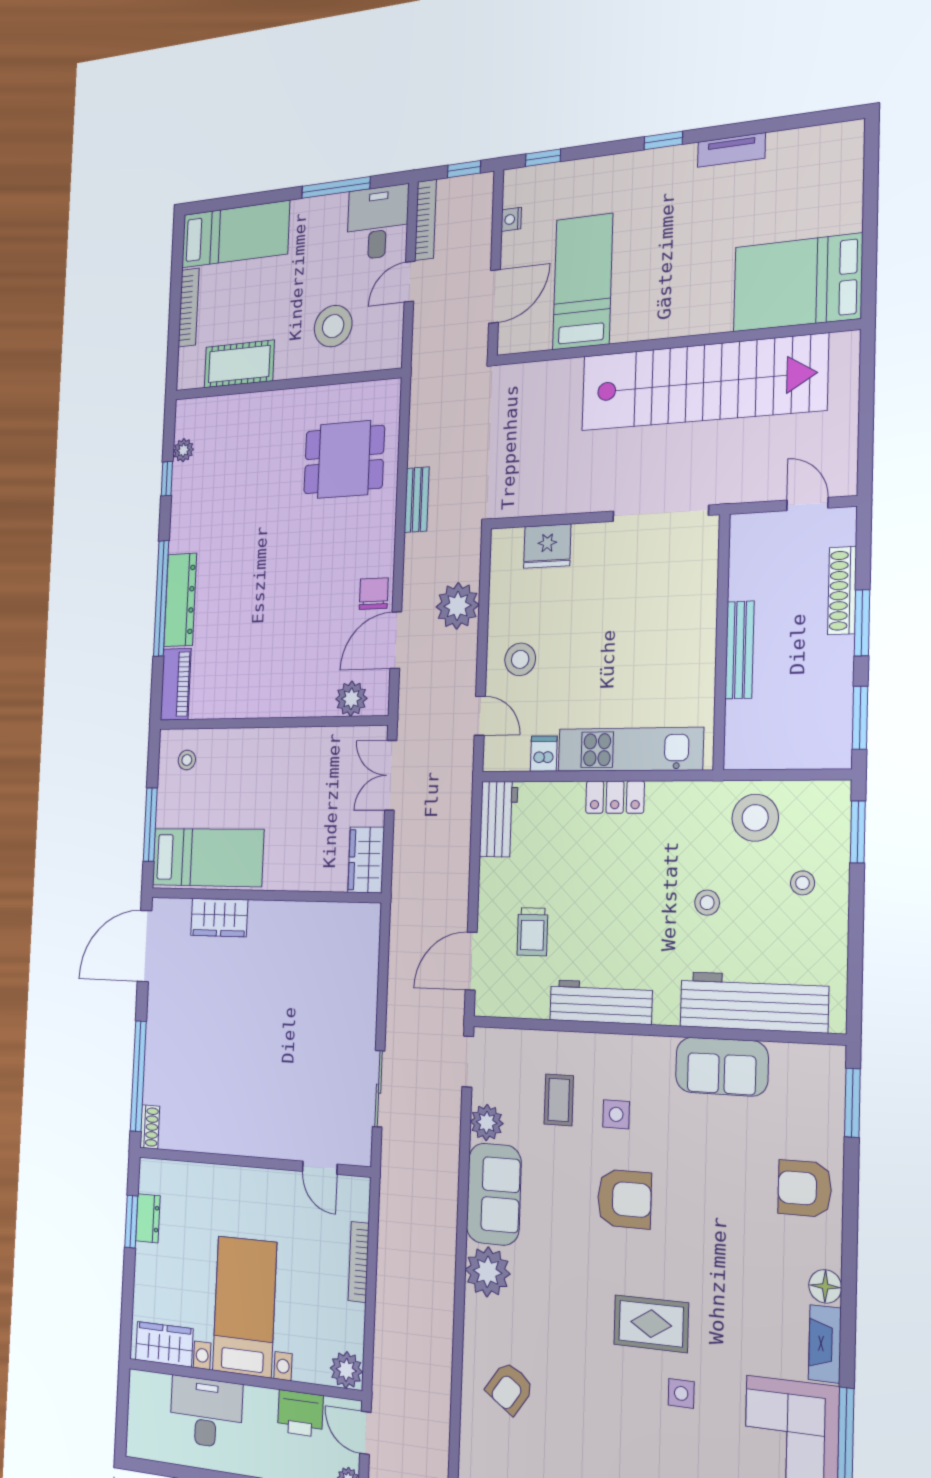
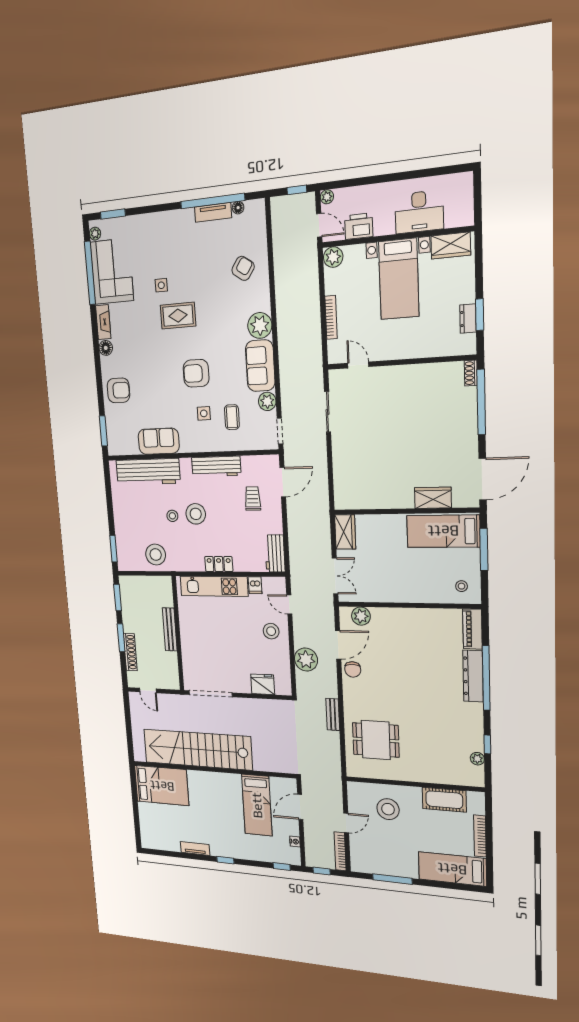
desk: (378, 222) -> (367, 856), removed
stool: (802, 883) -> (196, 514), moved, width x1.89, depth x1.89

